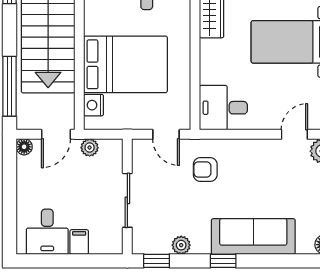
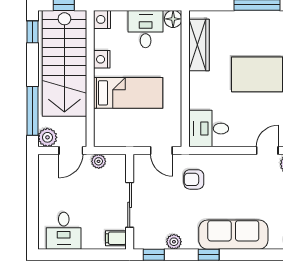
bed: (125, 64) -> (128, 93), width x0.67
nightstand: (94, 105) -> (102, 59), moved
plant: (28, 118) -> (47, 137), added
floor lamp: (24, 147) -> (45, 161), removed
filing cabinet: (79, 242) -> (116, 238), moved, turned -90

